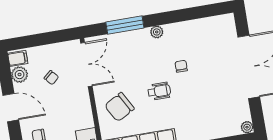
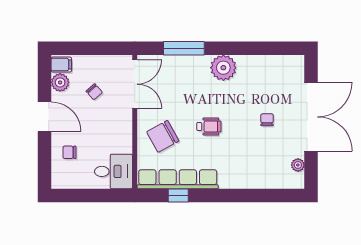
plant: (157, 32) -> (223, 68), width x1.88, depth x1.88
chair: (181, 66) -> (267, 120), moved
plant: (247, 127) -> (298, 165), moved

